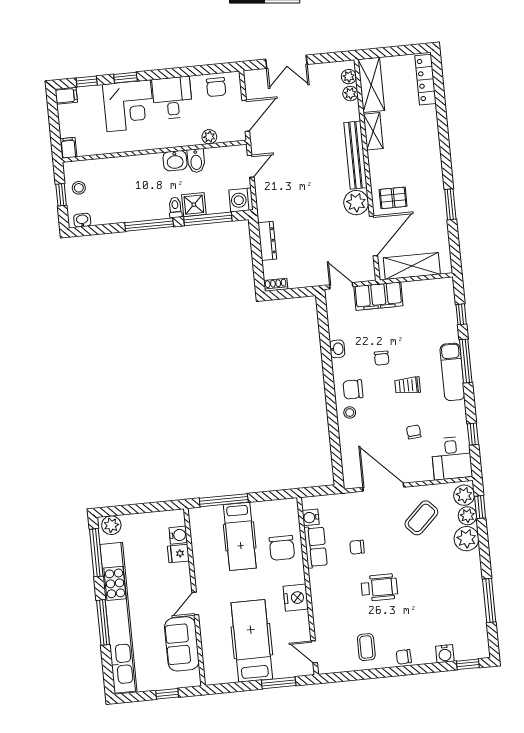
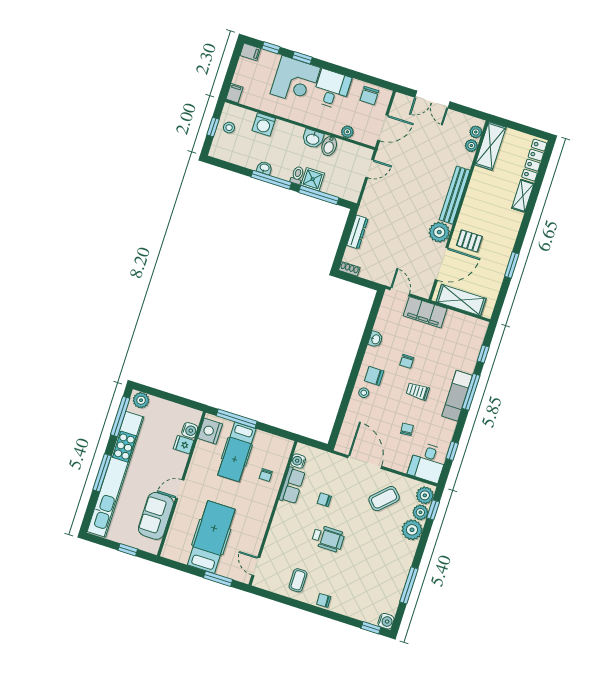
shelving: (373, 131) -> (523, 196), moved
washing machine: (241, 200) -> (264, 124), moved, turned -90
washbasin: (82, 220) -> (264, 168), moved
chair: (282, 548) -> (266, 475), width x0.54, depth x0.54
nightstand: (296, 598) -> (210, 431), moved, turned 180
water cooler: (445, 654) -> (386, 621), moved, turned -90

